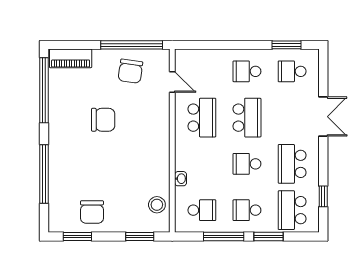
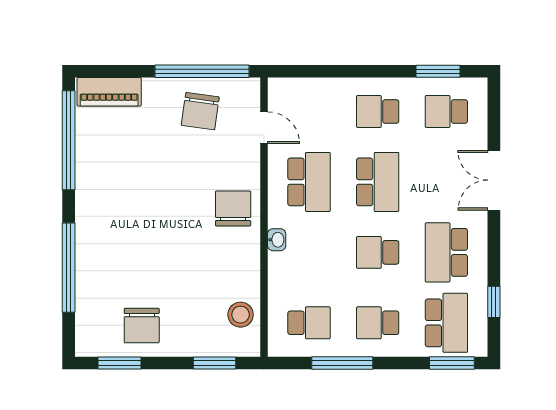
double door: (323, 117) -> (494, 180), swing flipped
chair: (103, 120) -> (233, 208), moved, turned -90
washbasin: (181, 179) -> (277, 240), moved
school desk: (292, 210) -> (446, 323), turned 180
window: (269, 237) -> (452, 363), moved

